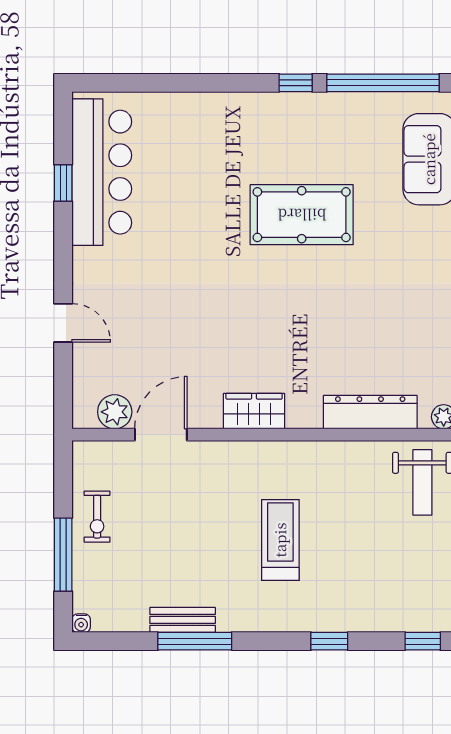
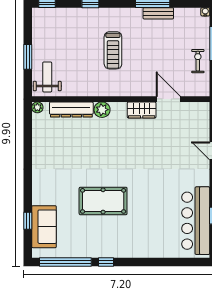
wardrobe: (254, 411) -> (142, 110), moved
plant: (115, 412) -> (102, 110), moved
door: (161, 435) -> (168, 99), swing flipped

